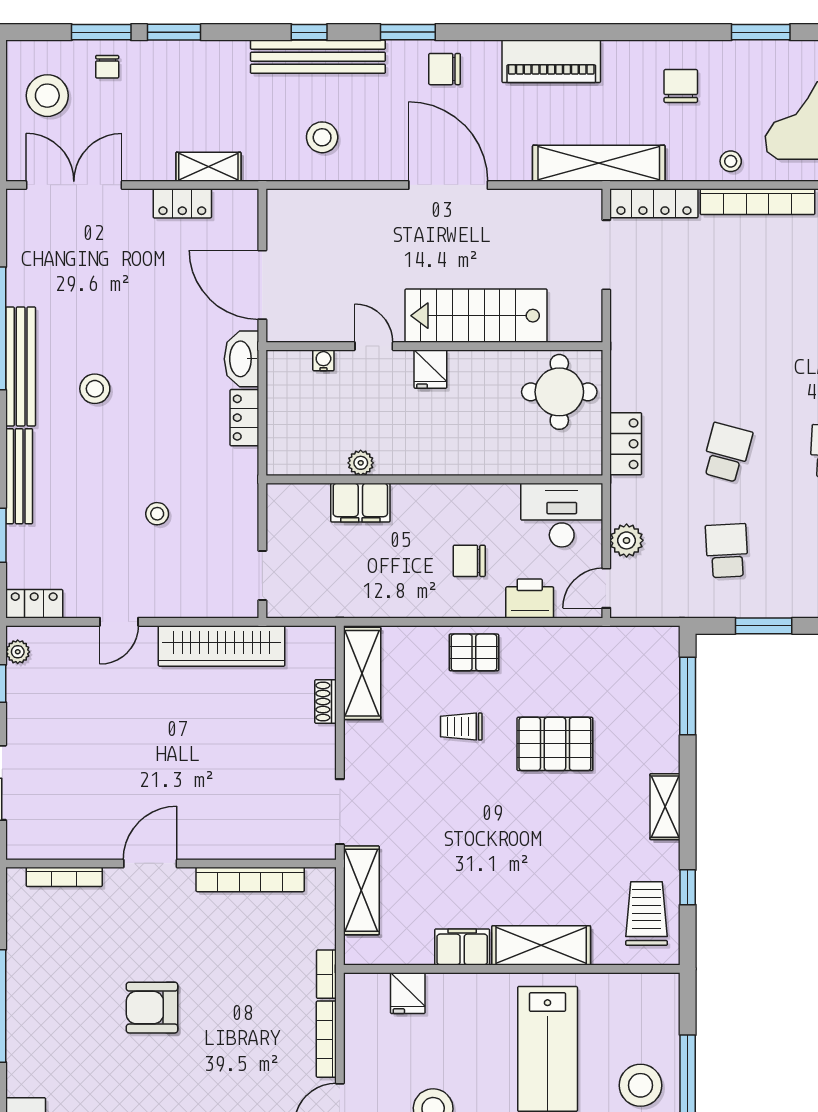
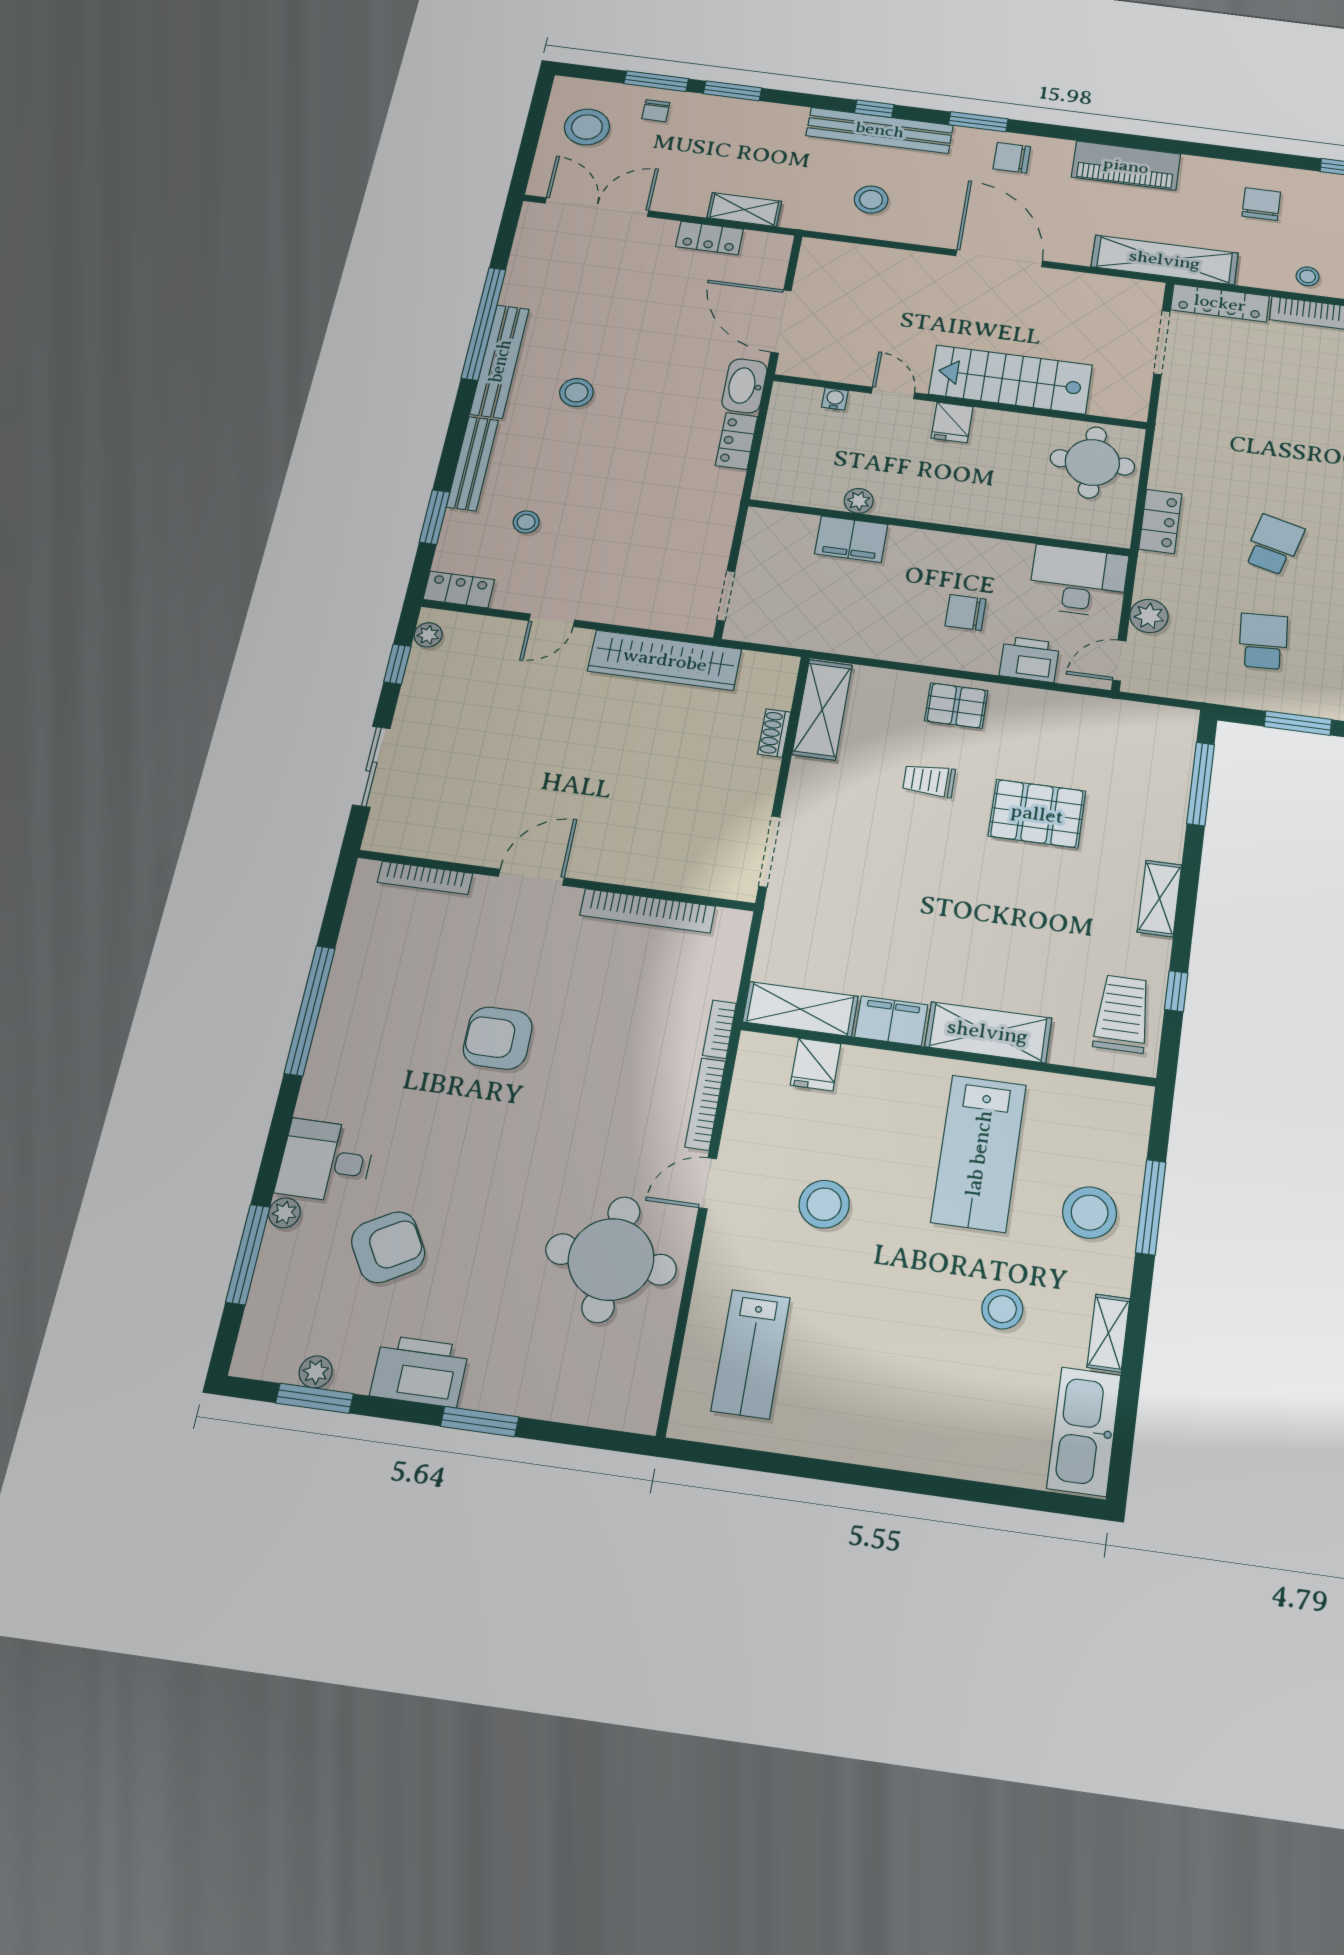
stool: (157, 514) -> (526, 522), moved
shelving: (361, 890) -> (800, 1009), moved, turned 90

